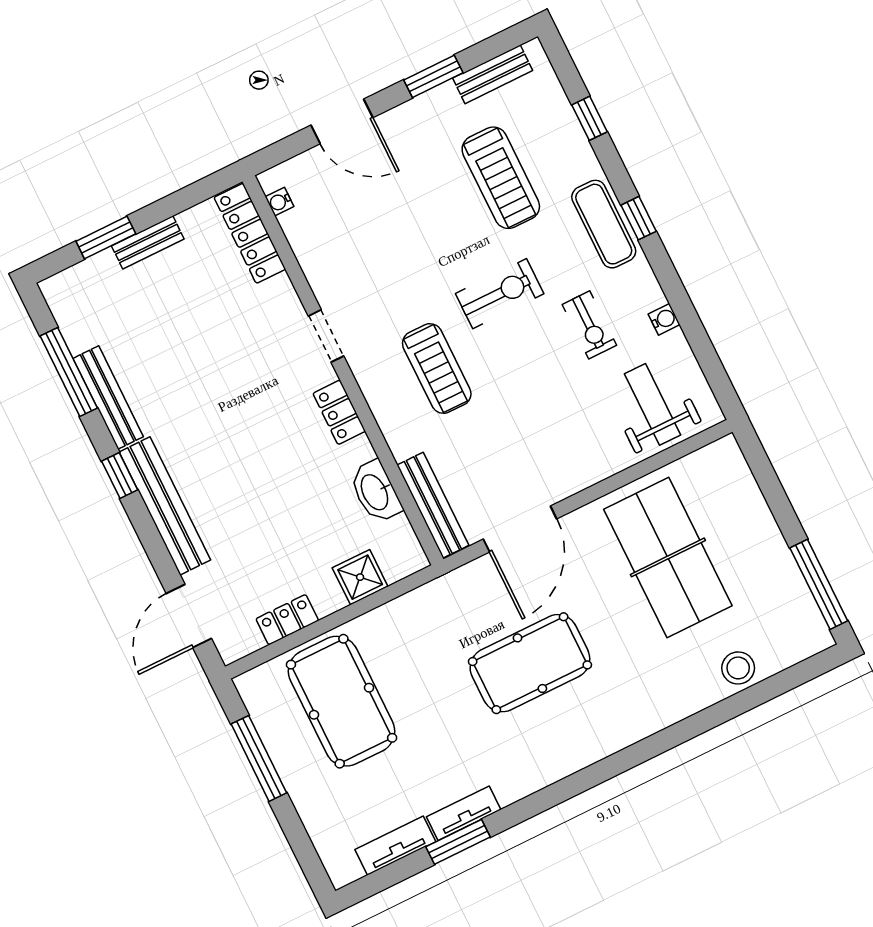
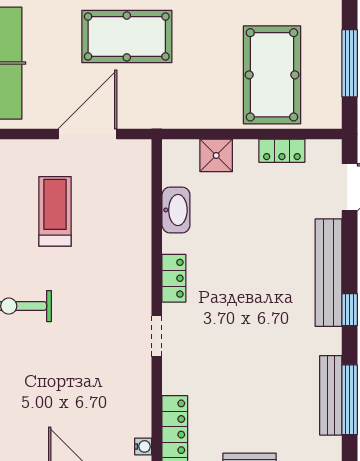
treadmill: (437, 369) -> (55, 211), moved
bench: (108, 398) -> (331, 395), moved
bench: (433, 505) -> (140, 181), removed

